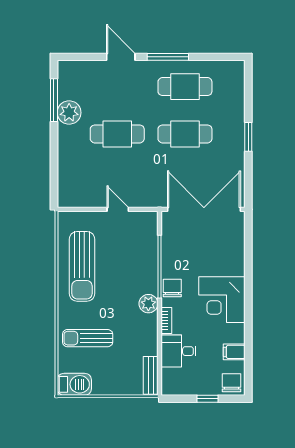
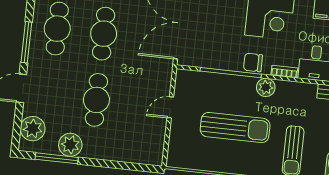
plant: (81, 73) -> (33, 129), added
sun lounger: (82, 266) -> (235, 128), moved

